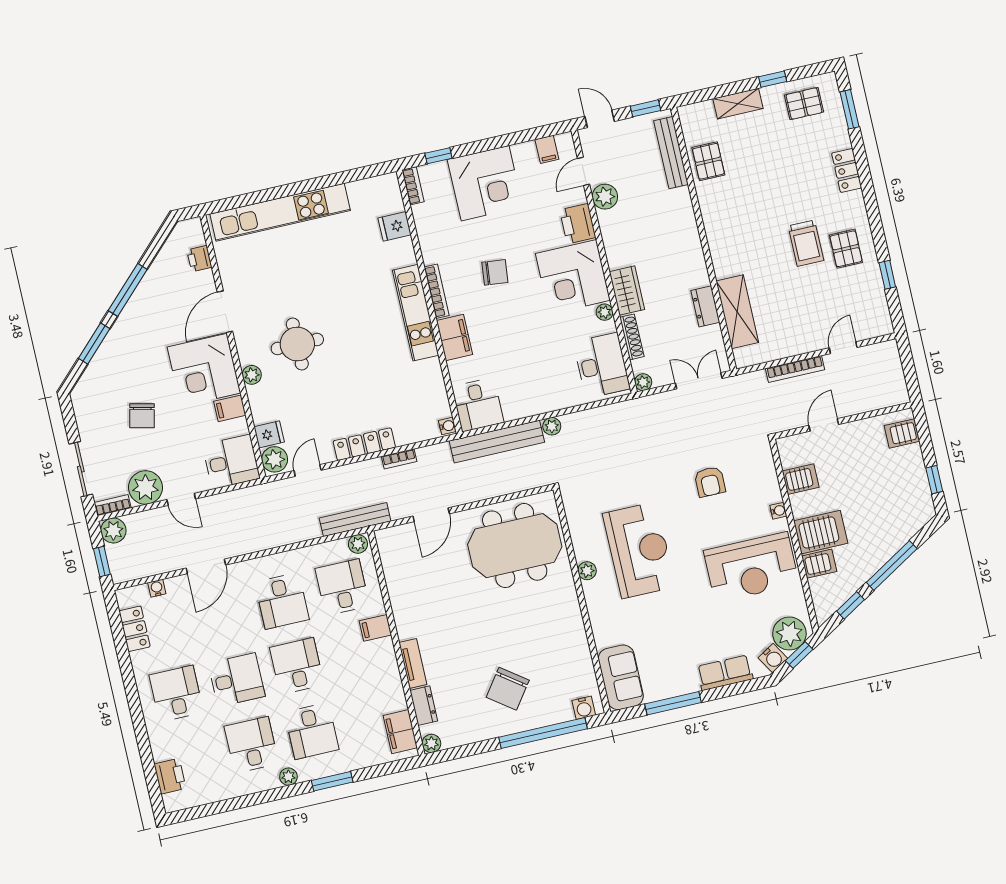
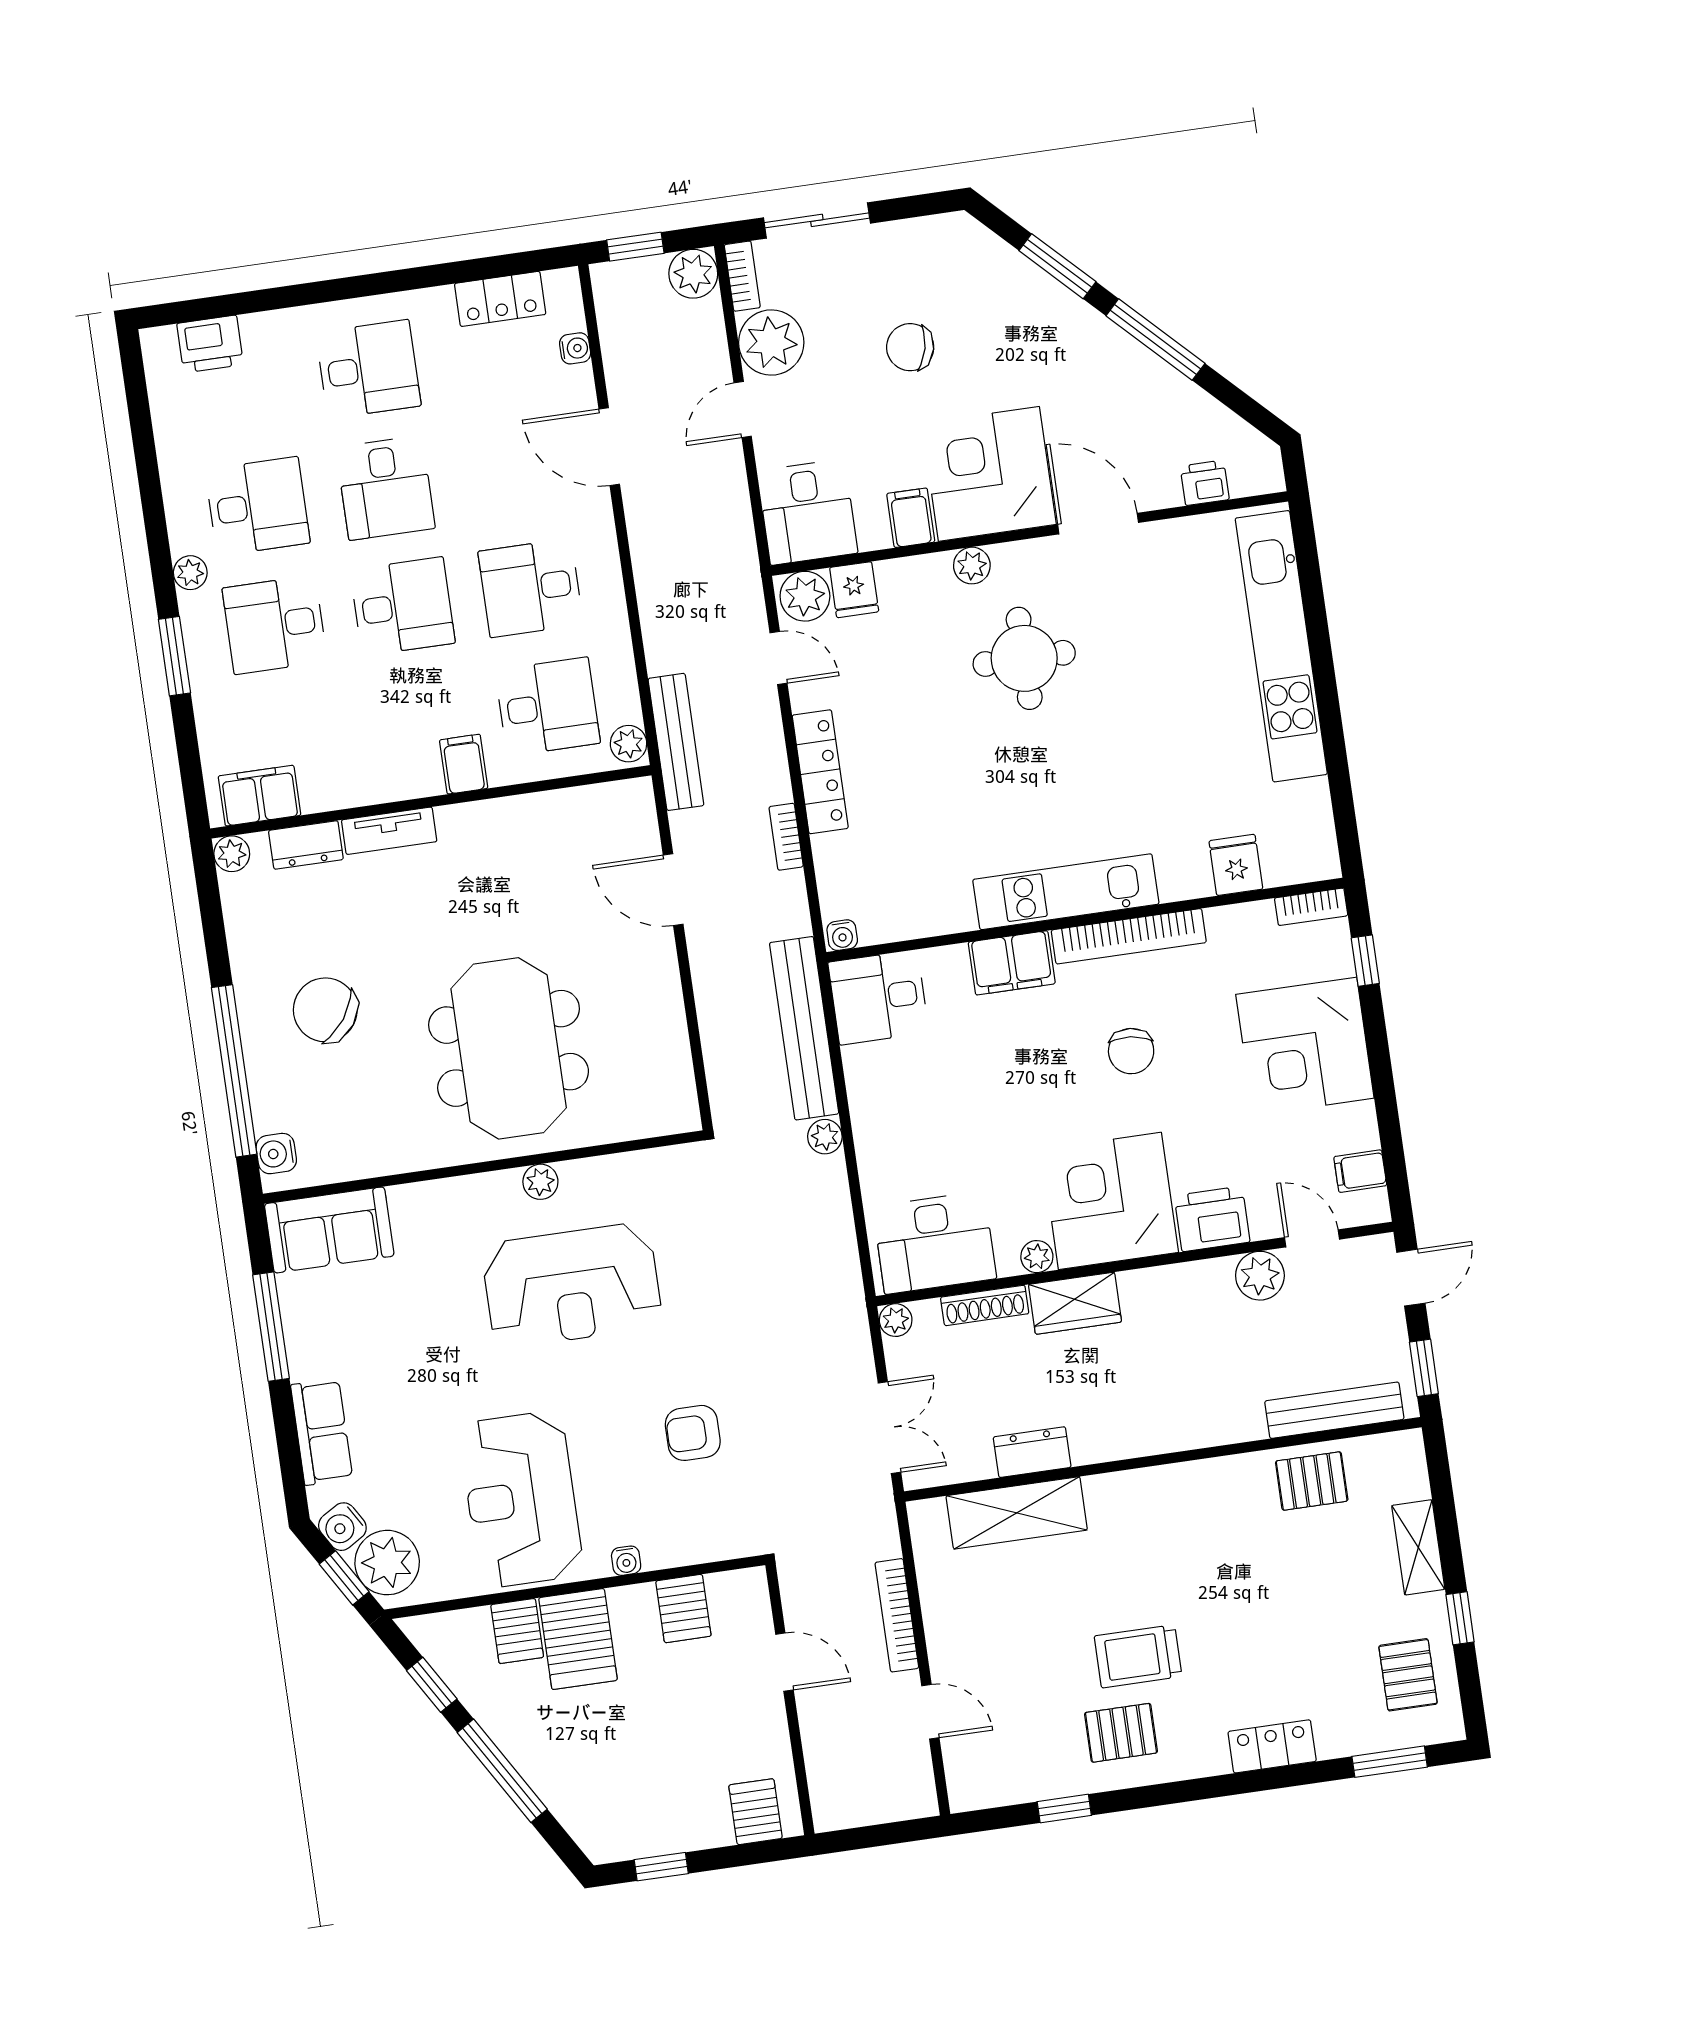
bookcase: (437, 291) -> (1129, 936), width x1.48, depth x1.31
meeting table: (515, 546) -> (509, 1048), moved

